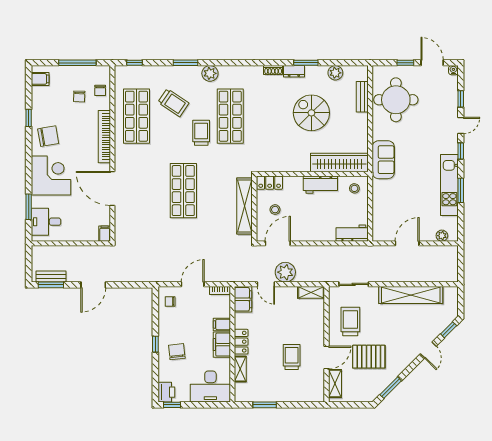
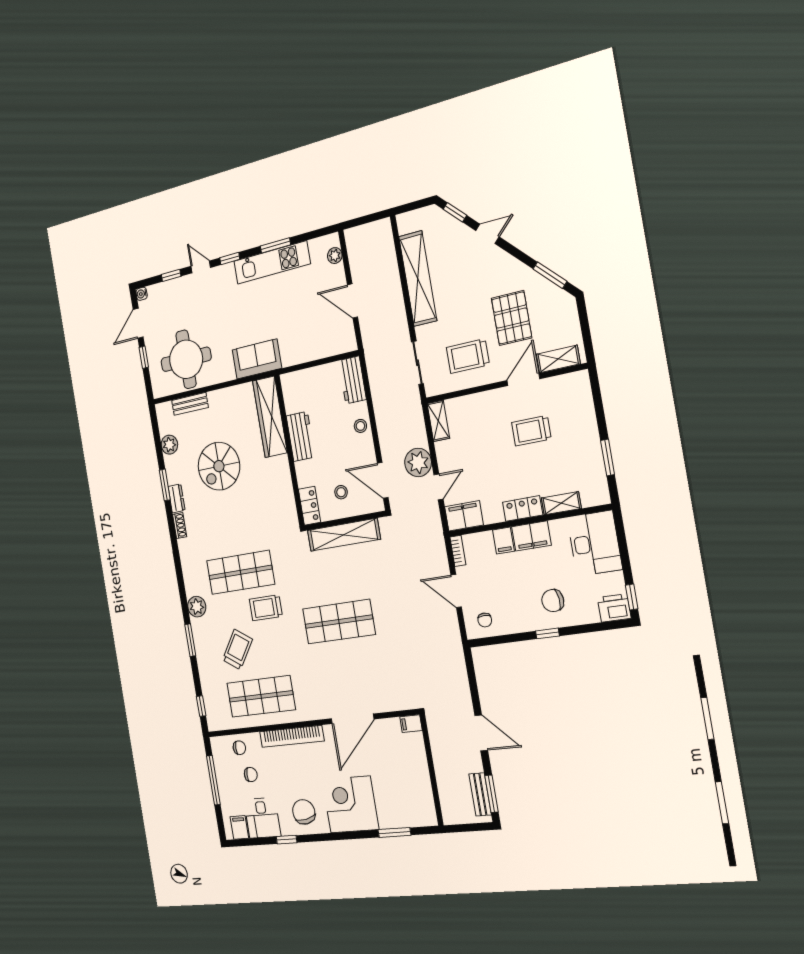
stool: (354, 188) -> (360, 426), moved
desk: (46, 222) -> (262, 818), moved
door: (326, 357) -> (523, 380), hinge flipped

